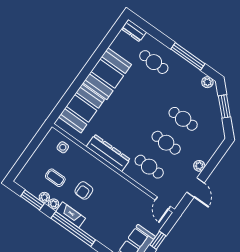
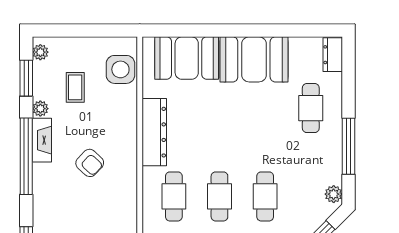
side table: (63, 147) -> (120, 69), width x1.87, depth x1.87
armchair: (84, 190) -> (90, 163), moved, turned -137
plant: (44, 197) -> (40, 52), moved

